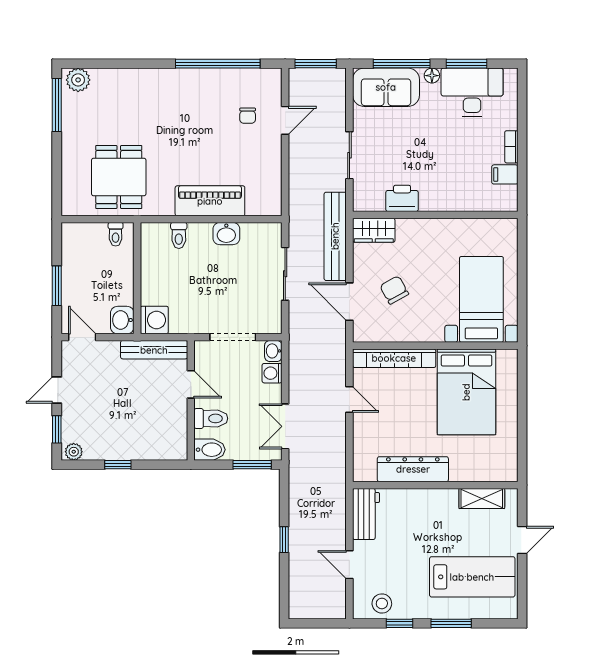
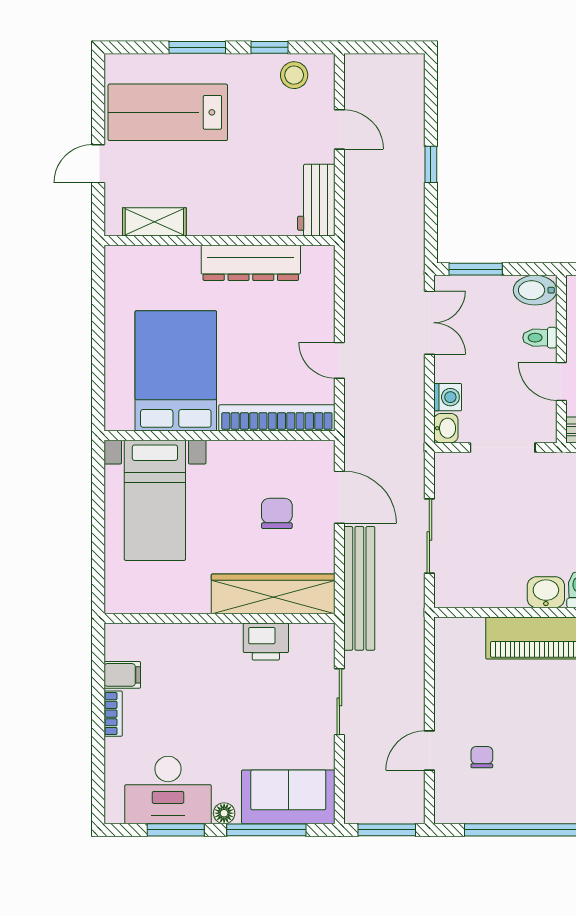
wardrobe: (374, 230) -> (273, 594), width x2.10, depth x1.17
washbasin: (226, 234) -> (546, 592), moved
chair: (394, 290) -> (277, 513), turned -151
toilet: (211, 418) -> (540, 338), width x0.73, depth x0.72

